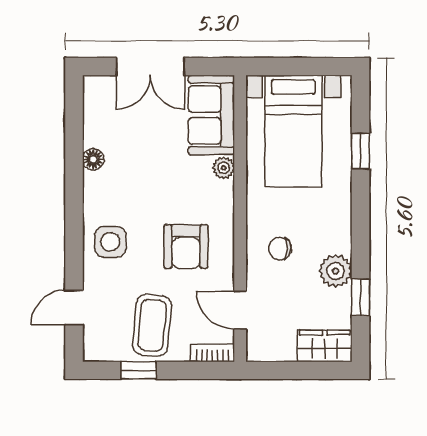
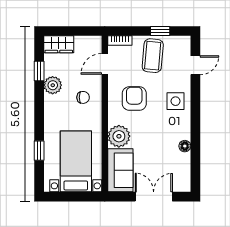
plant: (224, 168) -> (119, 136), width x1.88, depth x1.88
door: (240, 310) -> (105, 64), swing flipped

